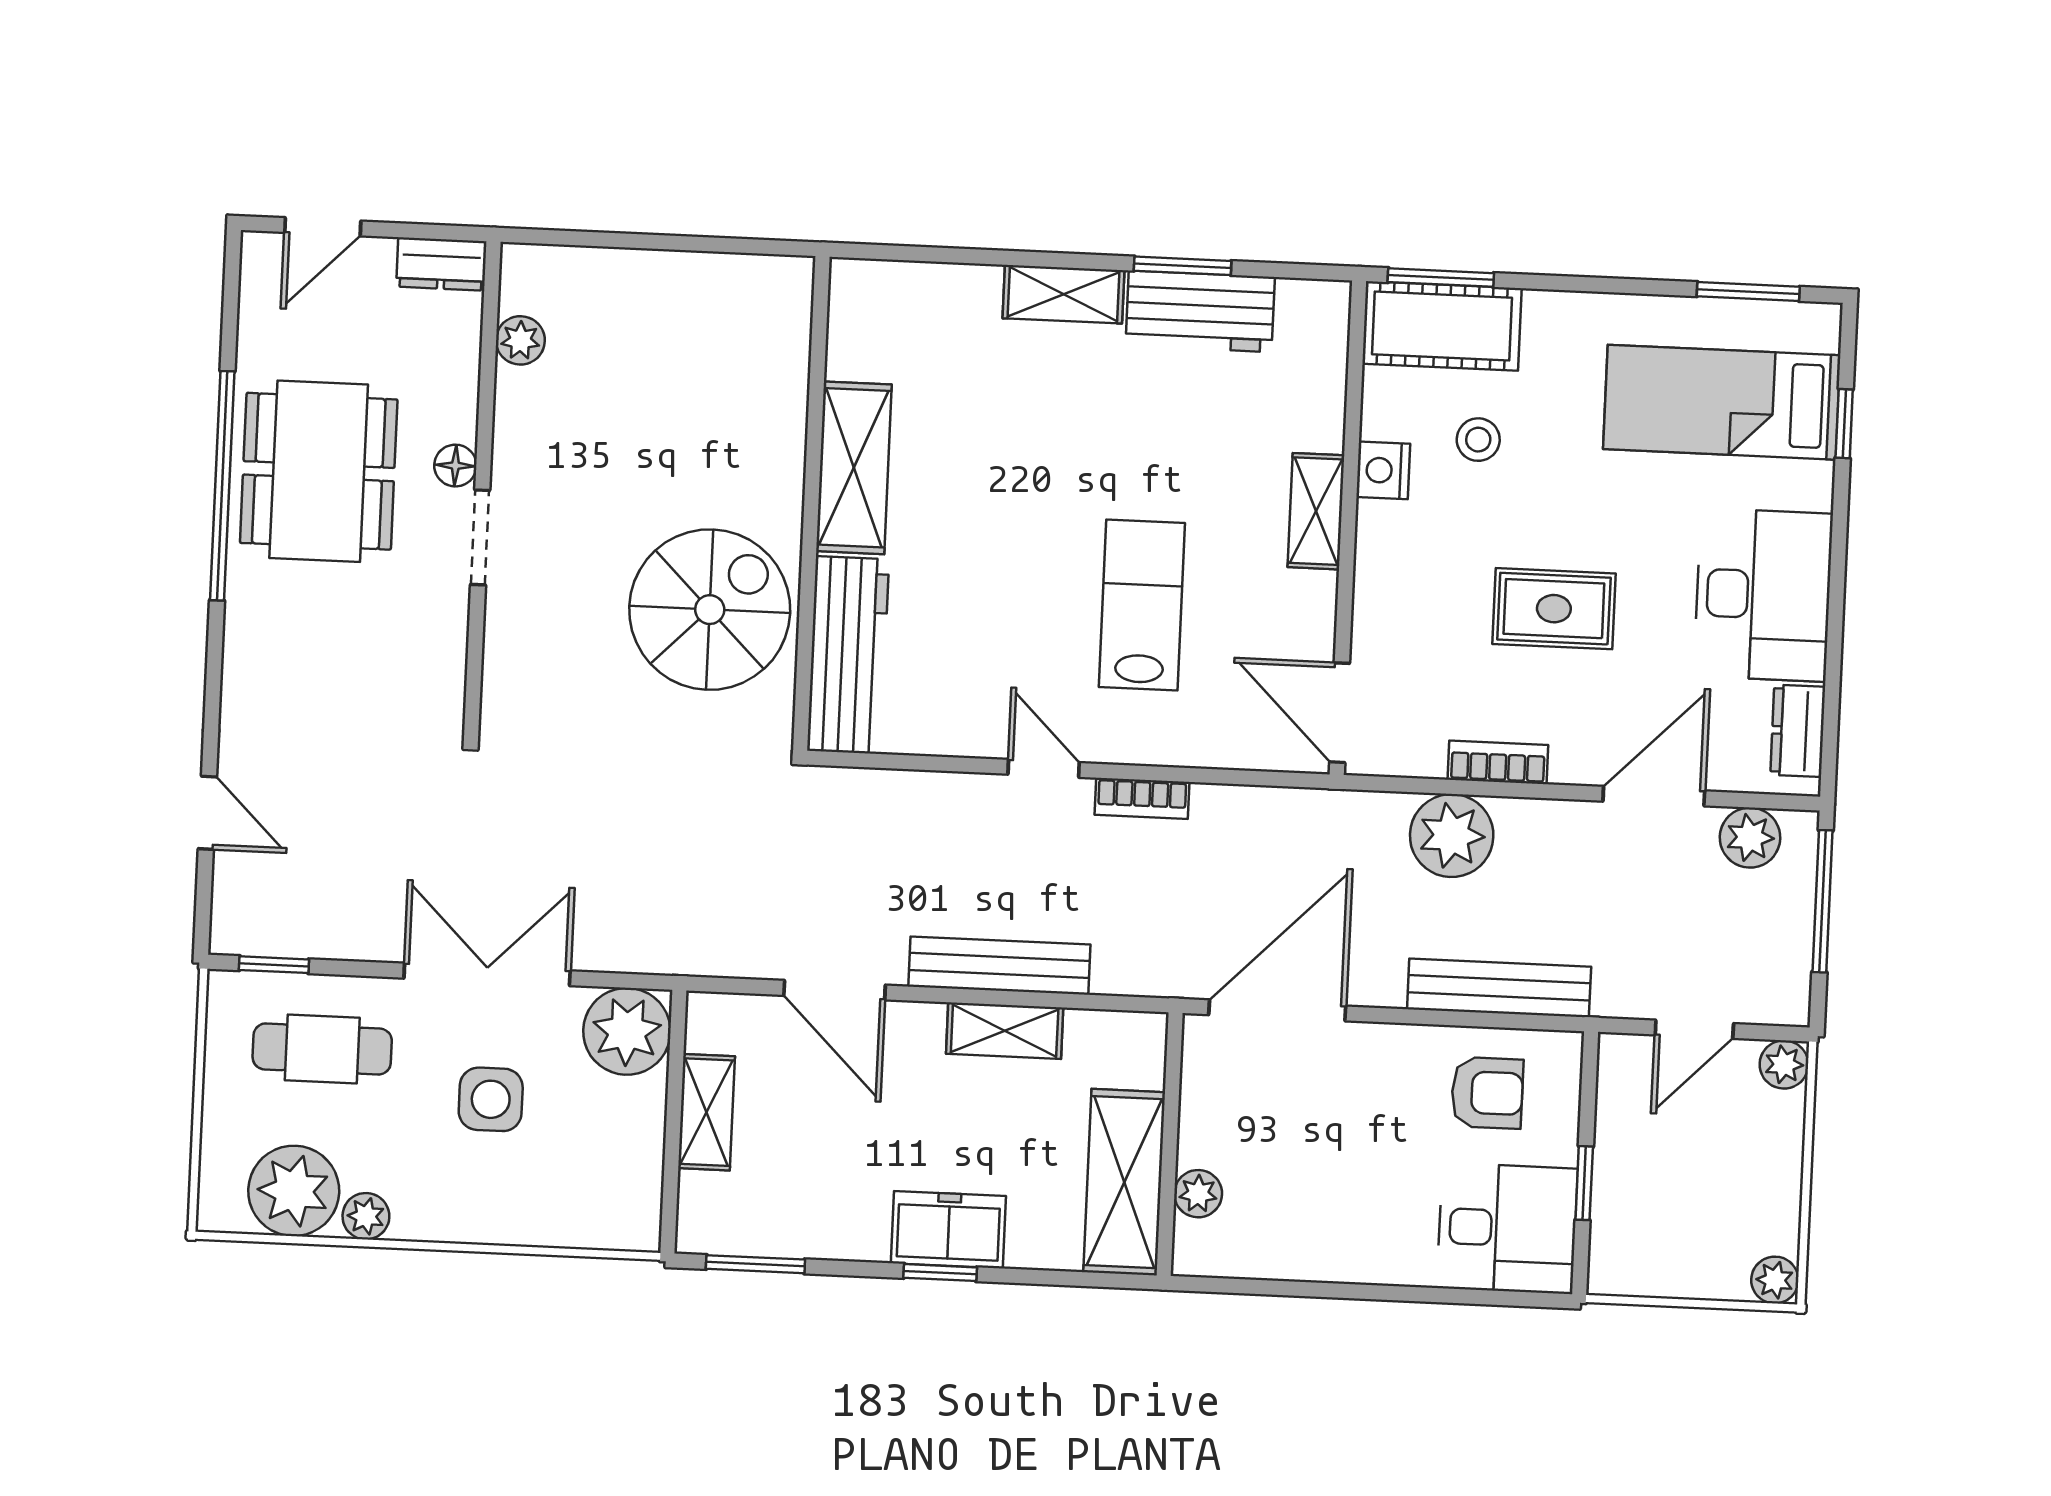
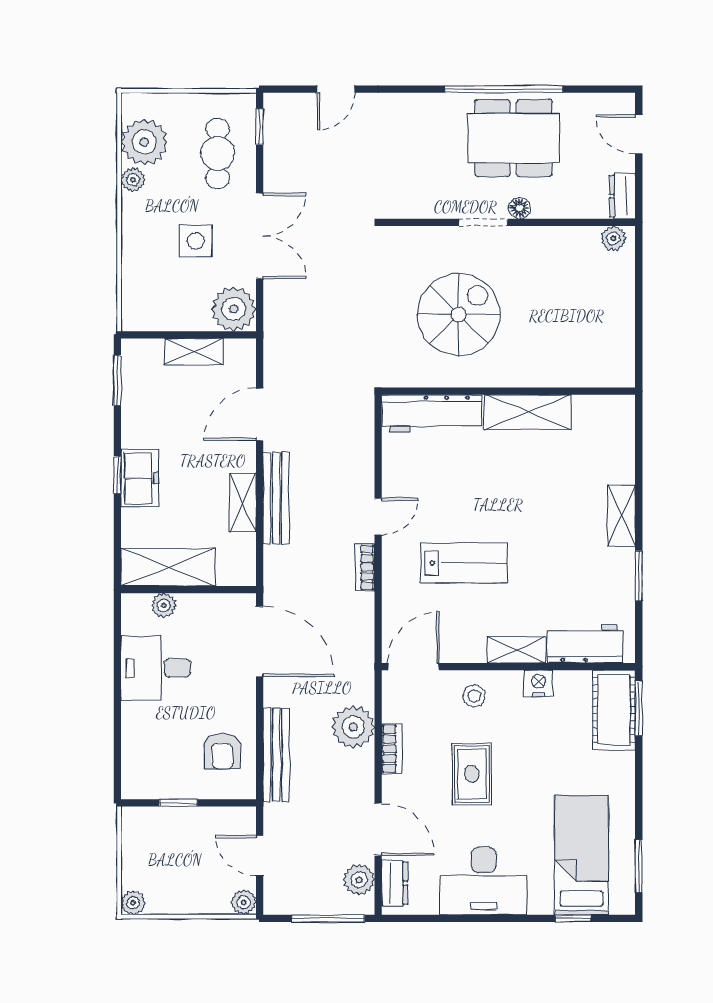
workbench: (1200, 311) -> (585, 644), moved, turned 90
plant: (520, 340) -> (613, 238), moved
stool: (1478, 440) -> (474, 696), moved
spiral stairs: (710, 610) -> (459, 315), moved, turned -90
dresser: (1798, 731) -> (395, 883), moved, turned 90
desk: (1507, 1228) -> (156, 668), moved, turned 90

